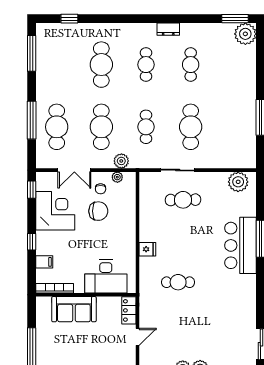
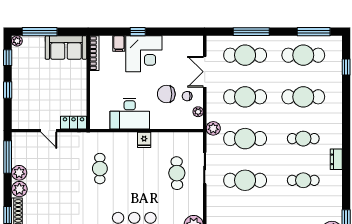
cafe table: (57, 65) -> (303, 55), added
cafe table: (146, 127) -> (245, 139), width x1.37, depth x1.35
plant: (121, 161) -> (213, 128), moved
window: (32, 190) -> (186, 32), removed
corner desk: (55, 211) -> (144, 54), moved
chair: (98, 211) -> (166, 94), turned 90
fridge: (147, 249) -> (144, 140), moved
desk: (106, 277) -> (130, 114), moved, turned -90
sofa: (74, 309) -> (66, 48), moved, turned -90

